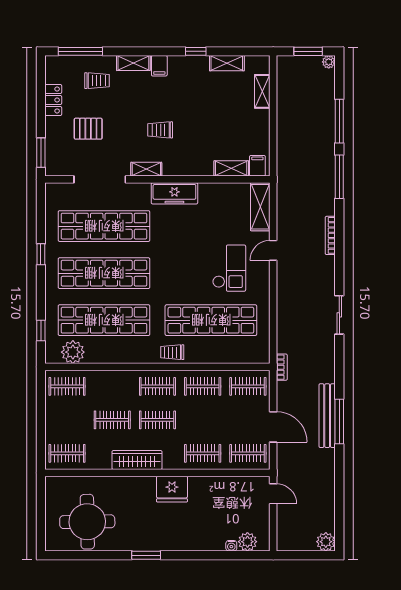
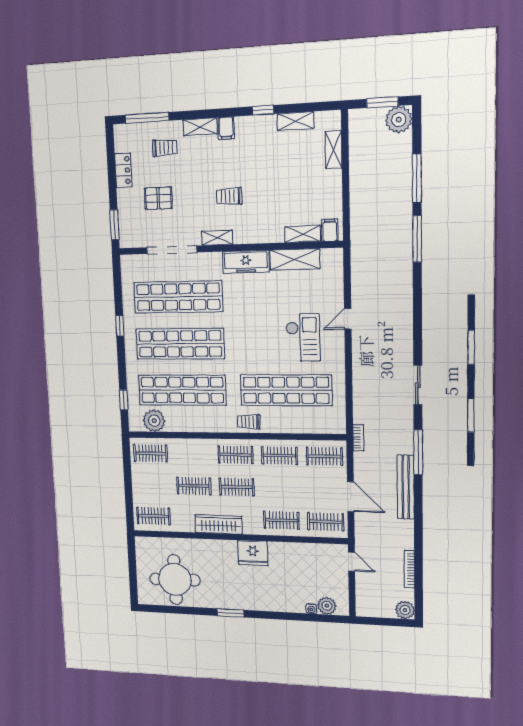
plant: (329, 62) -> (399, 120), width x1.88, depth x1.88
shelving: (260, 207) -> (295, 259), moved, turned 90
bookcase: (330, 235) -> (409, 569), moved
window: (339, 422) -> (418, 452), moved

